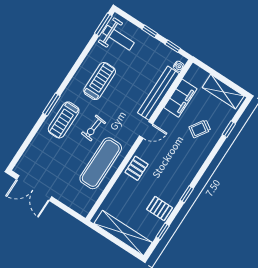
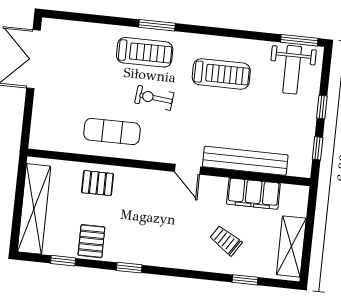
water cooler: (179, 66) -> (295, 170), removed
treadmill: (64, 120) -> (145, 52), turned 180
exercise mat: (101, 163) -> (112, 131), width x0.73, depth x0.69
pallet: (137, 168) -> (98, 183), moved

